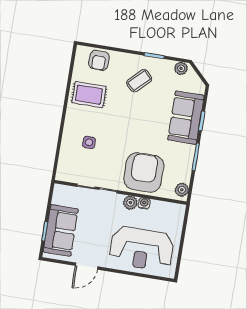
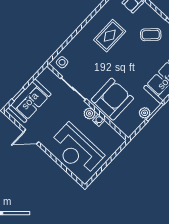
rug: (89, 95) -> (110, 36), moved, turned 90
side table: (89, 142) -> (62, 62), moved
plant: (182, 190) -> (145, 113), moved

